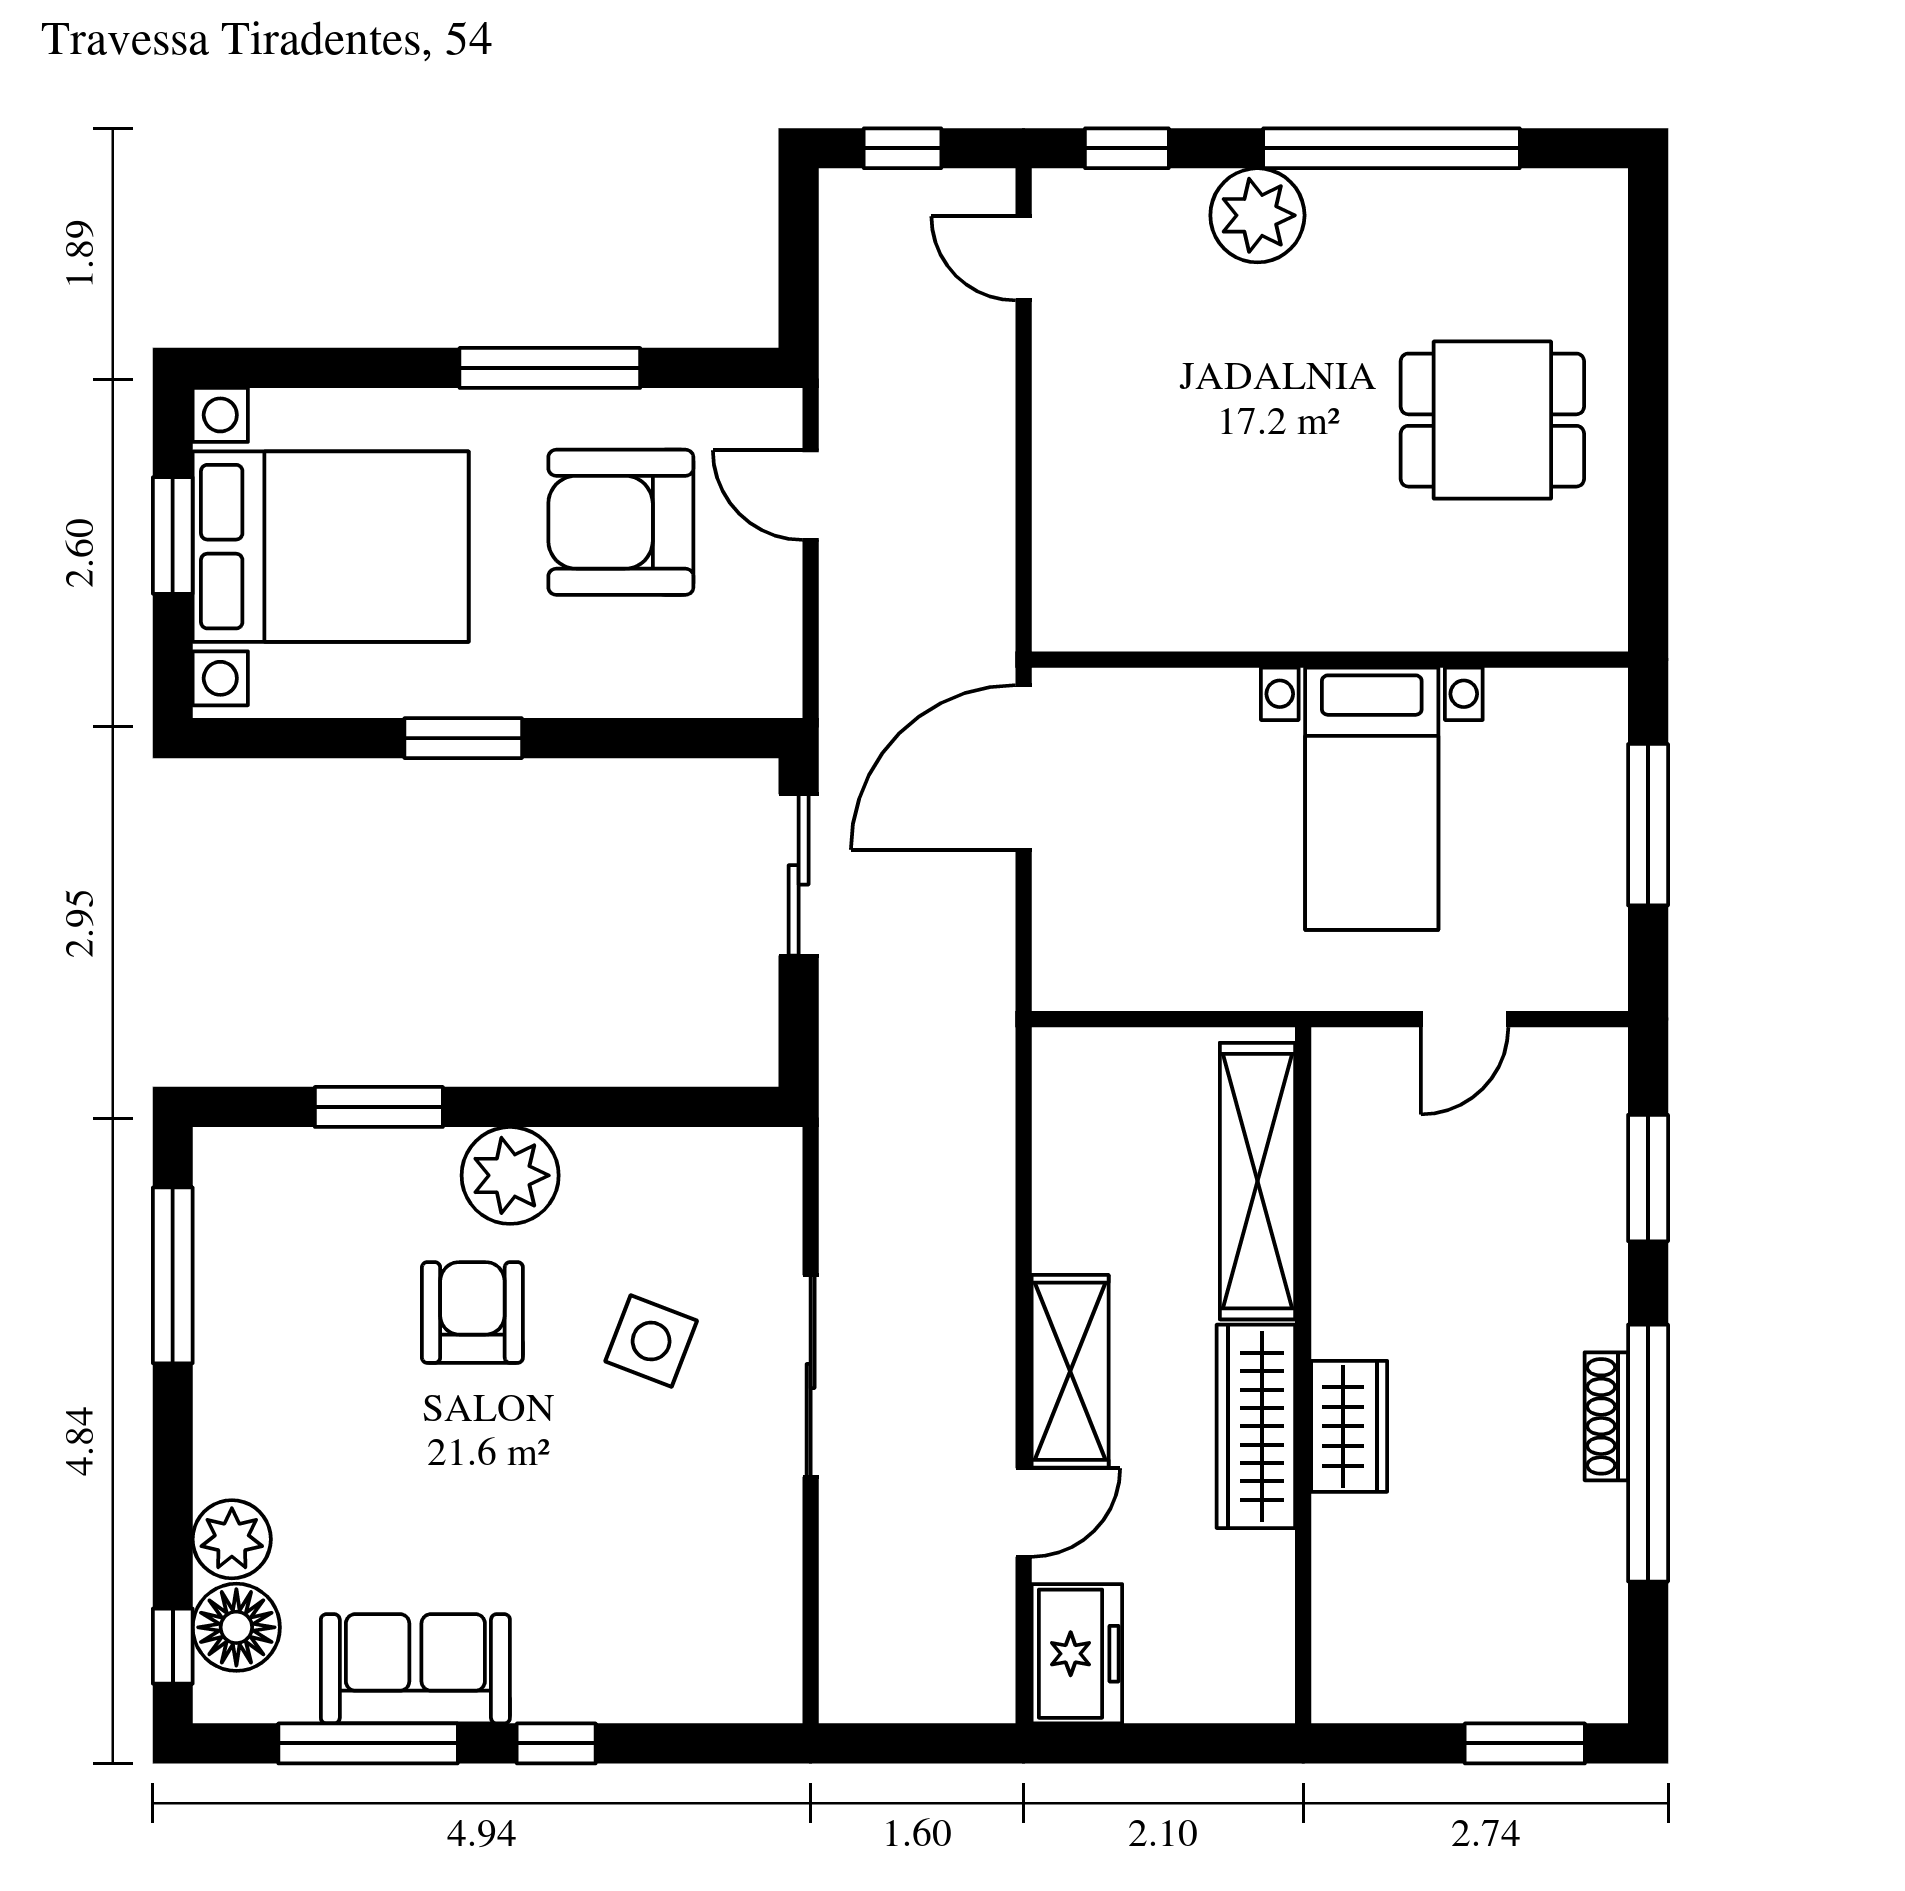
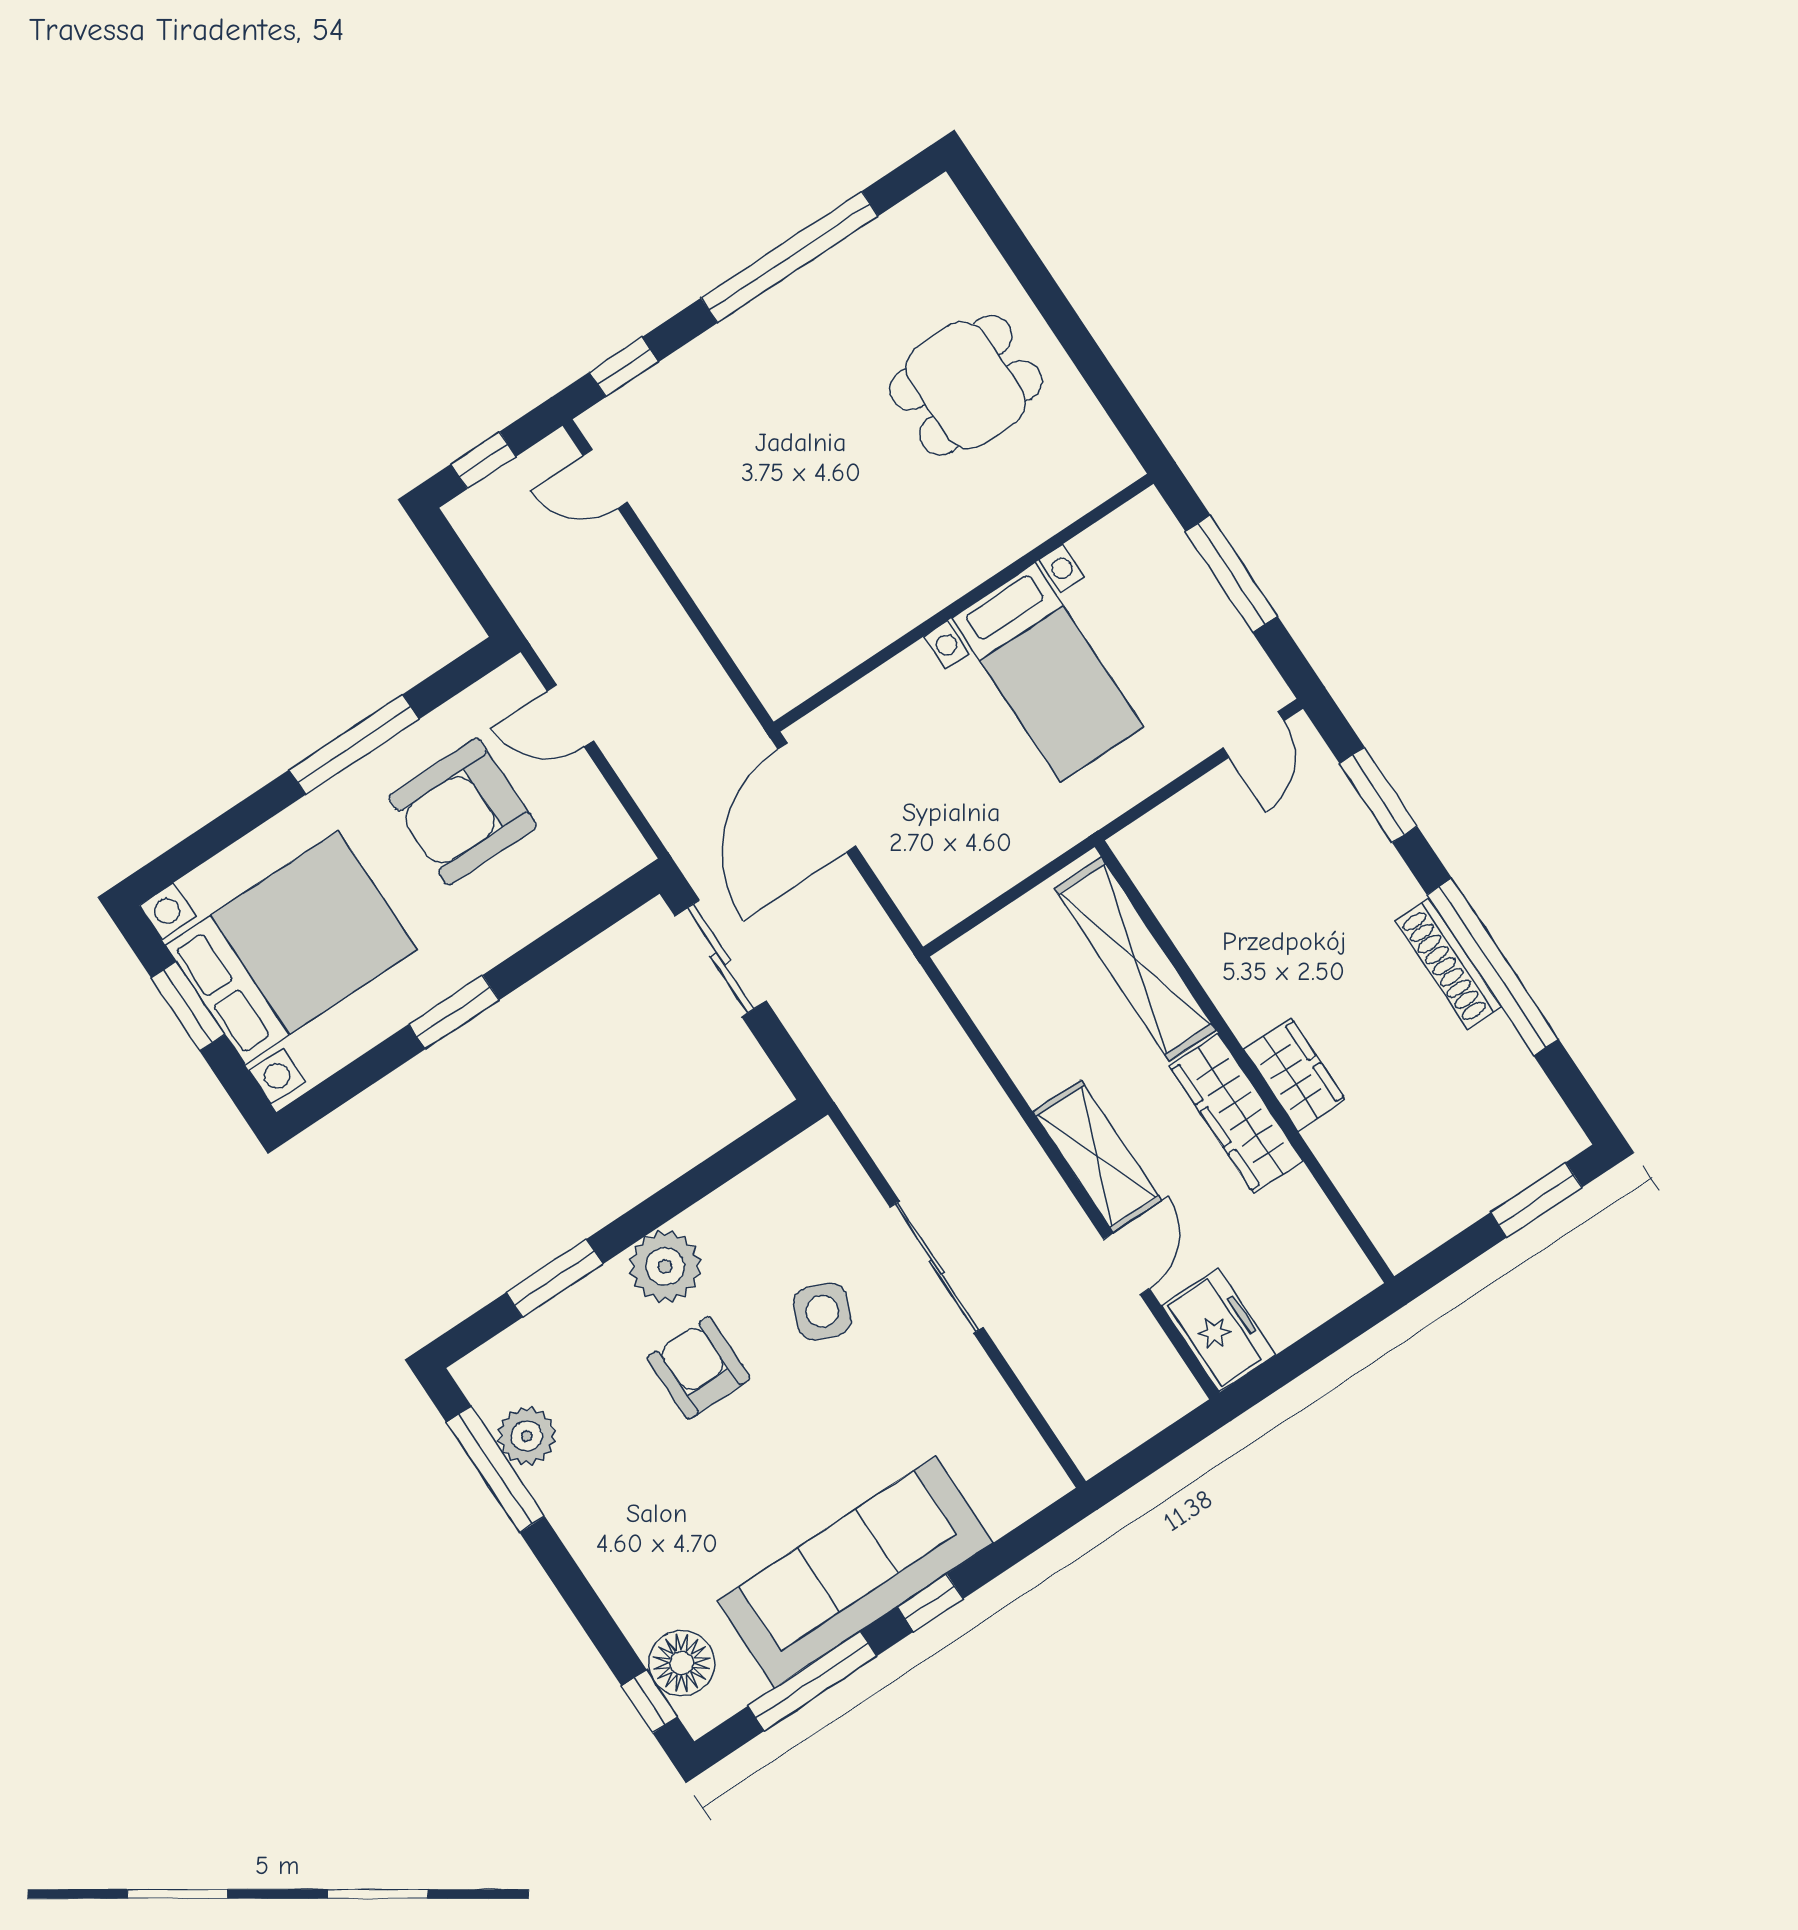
plant: (1257, 215) -> (734, 355), removed
door: (1465, 1019) -> (1253, 735), moved
shoe rack: (1606, 1416) -> (1448, 963), width x1.36, depth x1.24
plant: (232, 1539) -> (527, 1436), moved
sofa: (415, 1669) -> (855, 1572), width x1.85, depth x1.27

